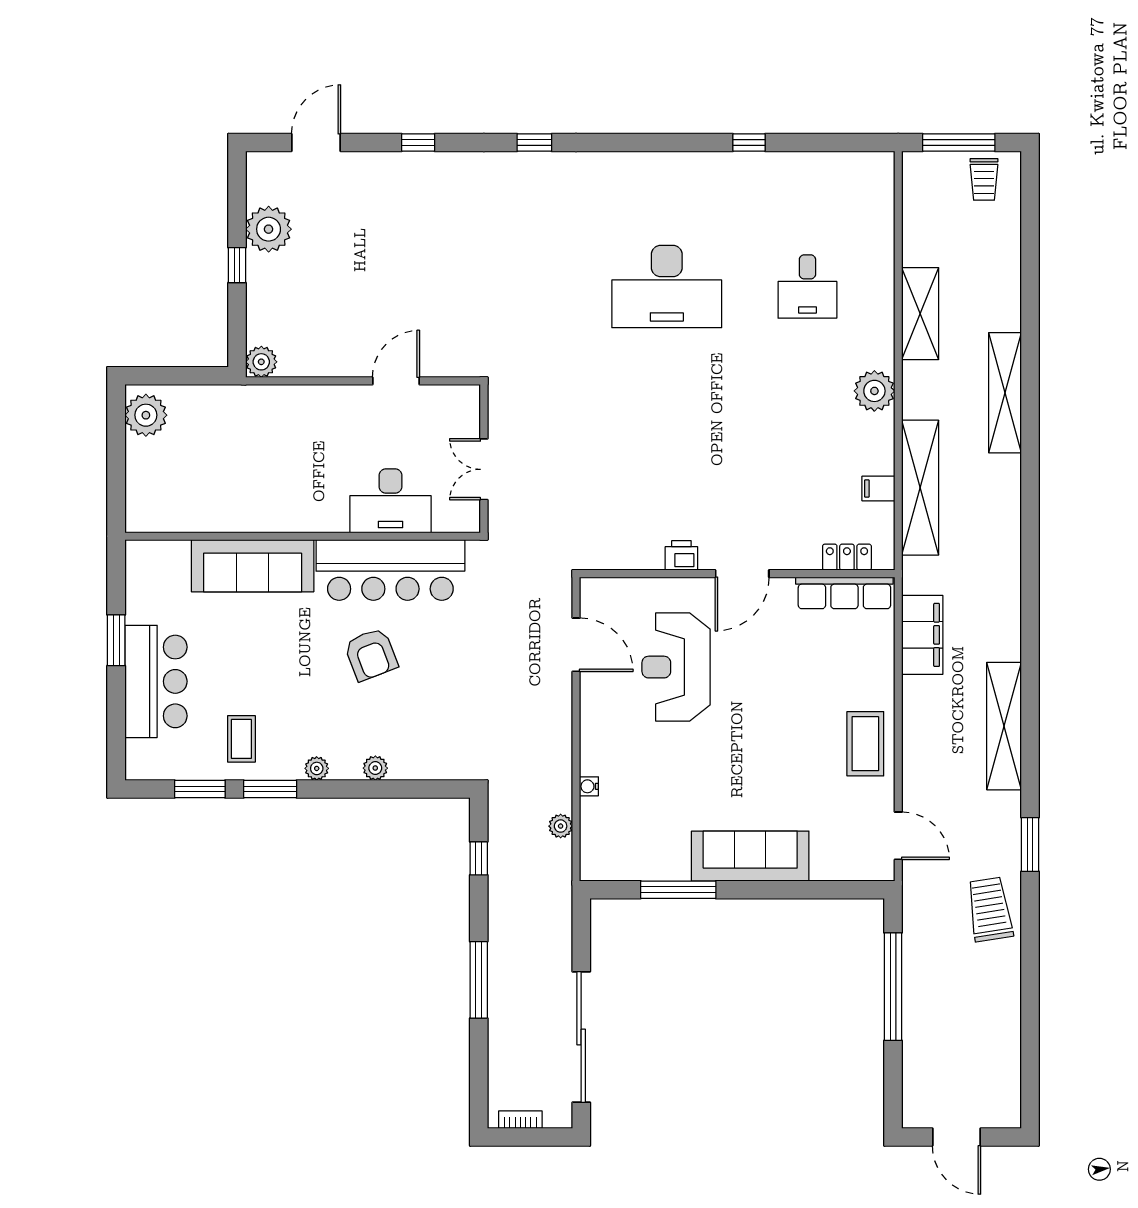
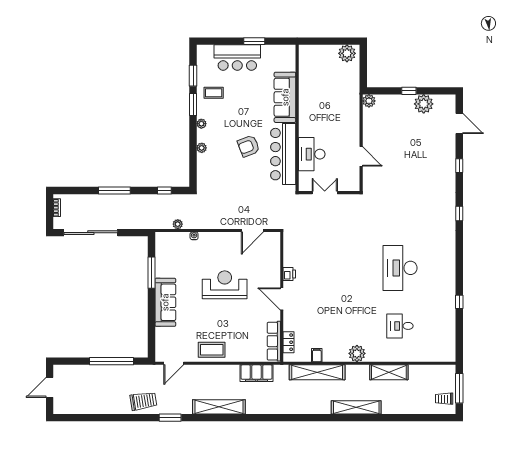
reception desk: (676, 667) -> (225, 285), moved

